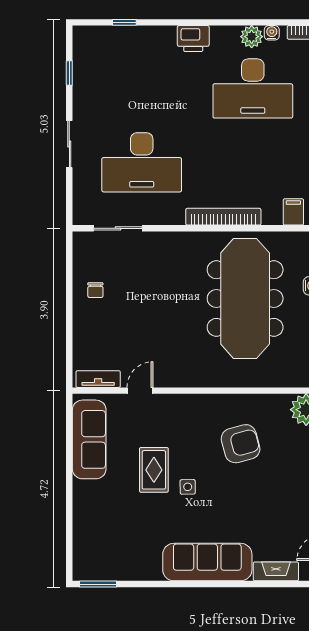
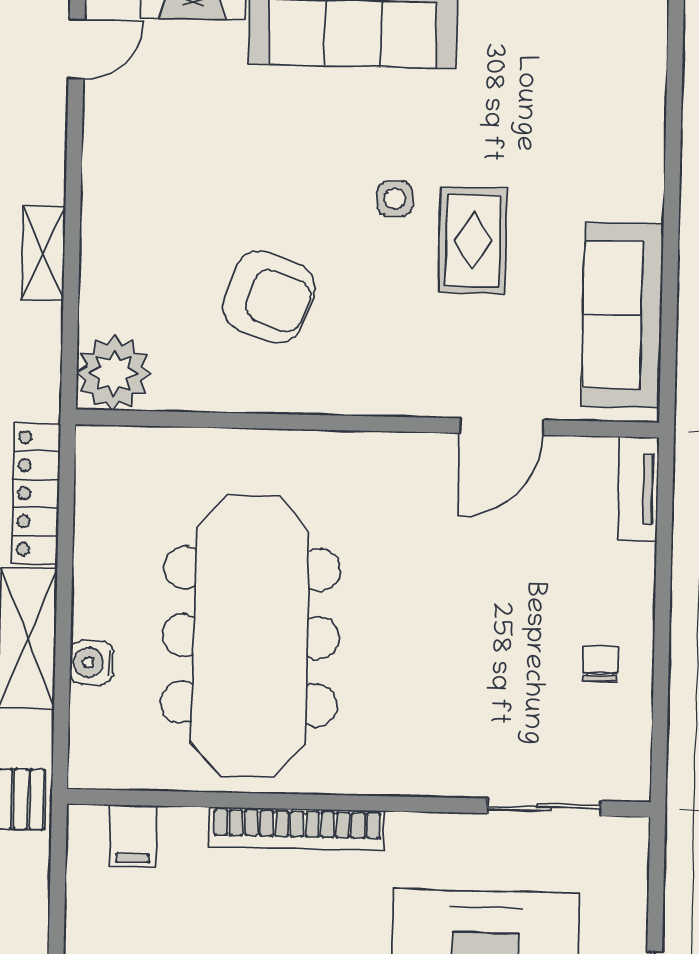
tv unit: (98, 379) -> (638, 489), moved, turned 90
door: (140, 391) -> (501, 427), width x1.38
armchair: (241, 444) -> (269, 297), turned -145

